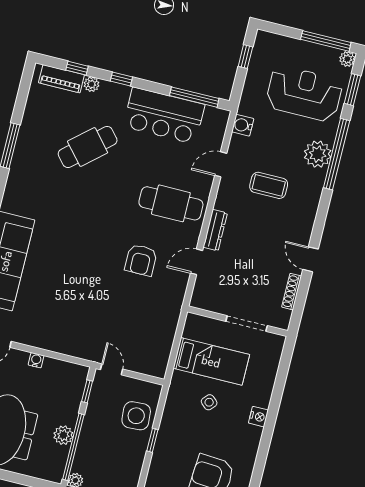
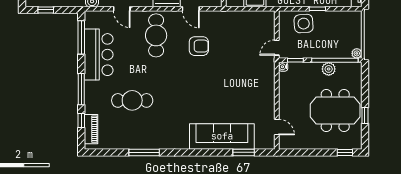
window: (121, 79) -> (81, 89), width x2.17
plant: (91, 84) -> (90, 108), removed
cafe table: (88, 147) -> (132, 100), turned -49
water cooler: (36, 360) -> (283, 67), moved

